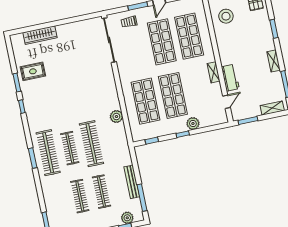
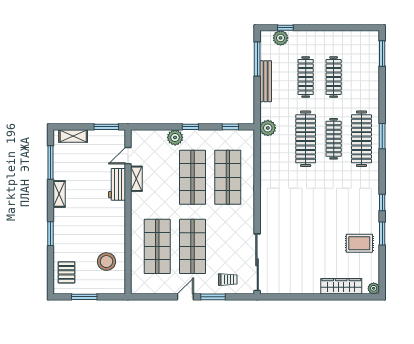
plant: (14, 39) -> (374, 288), added
shelving: (213, 72) -> (136, 179), moved
plant: (116, 117) -> (268, 128), moved

